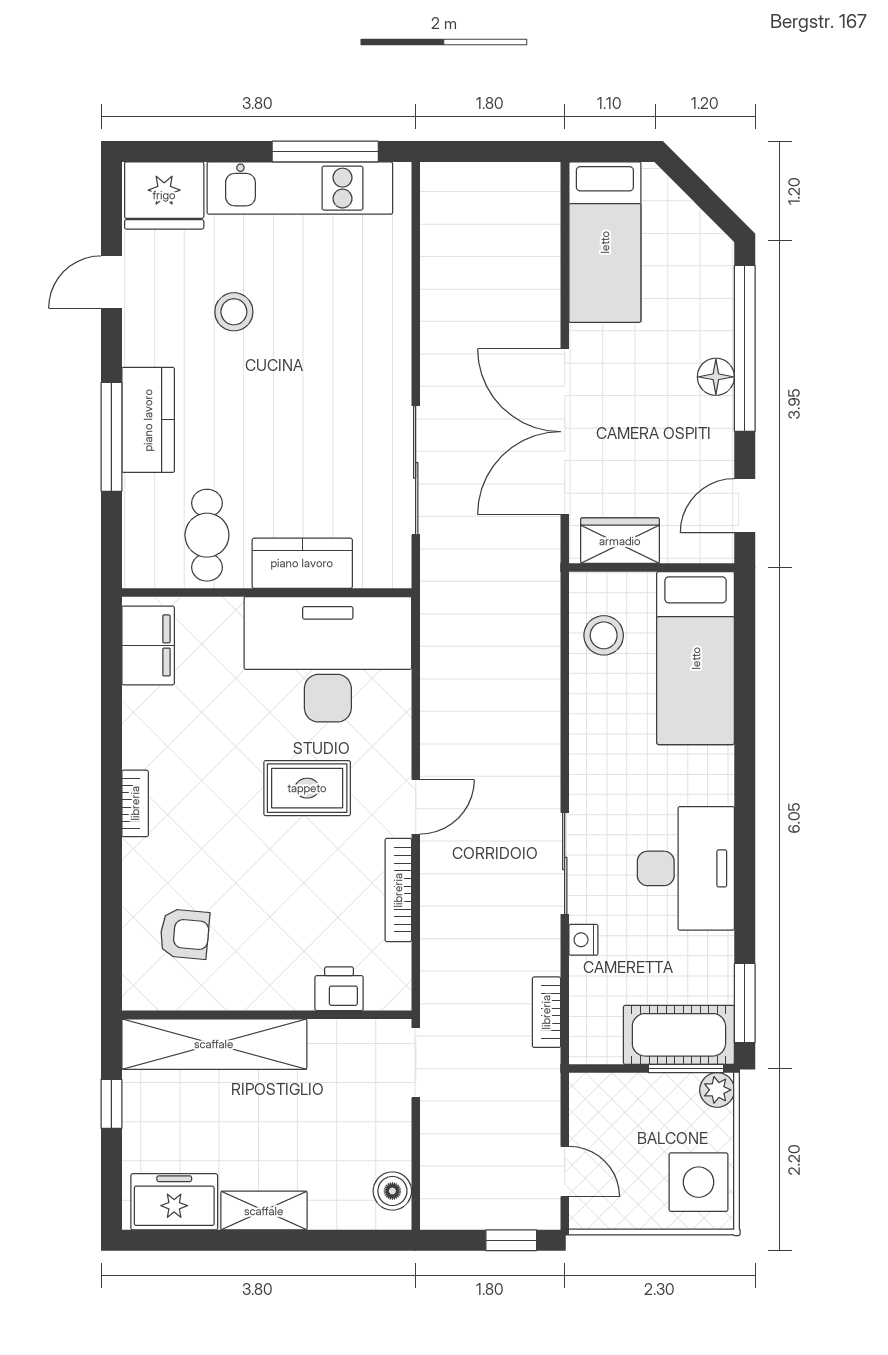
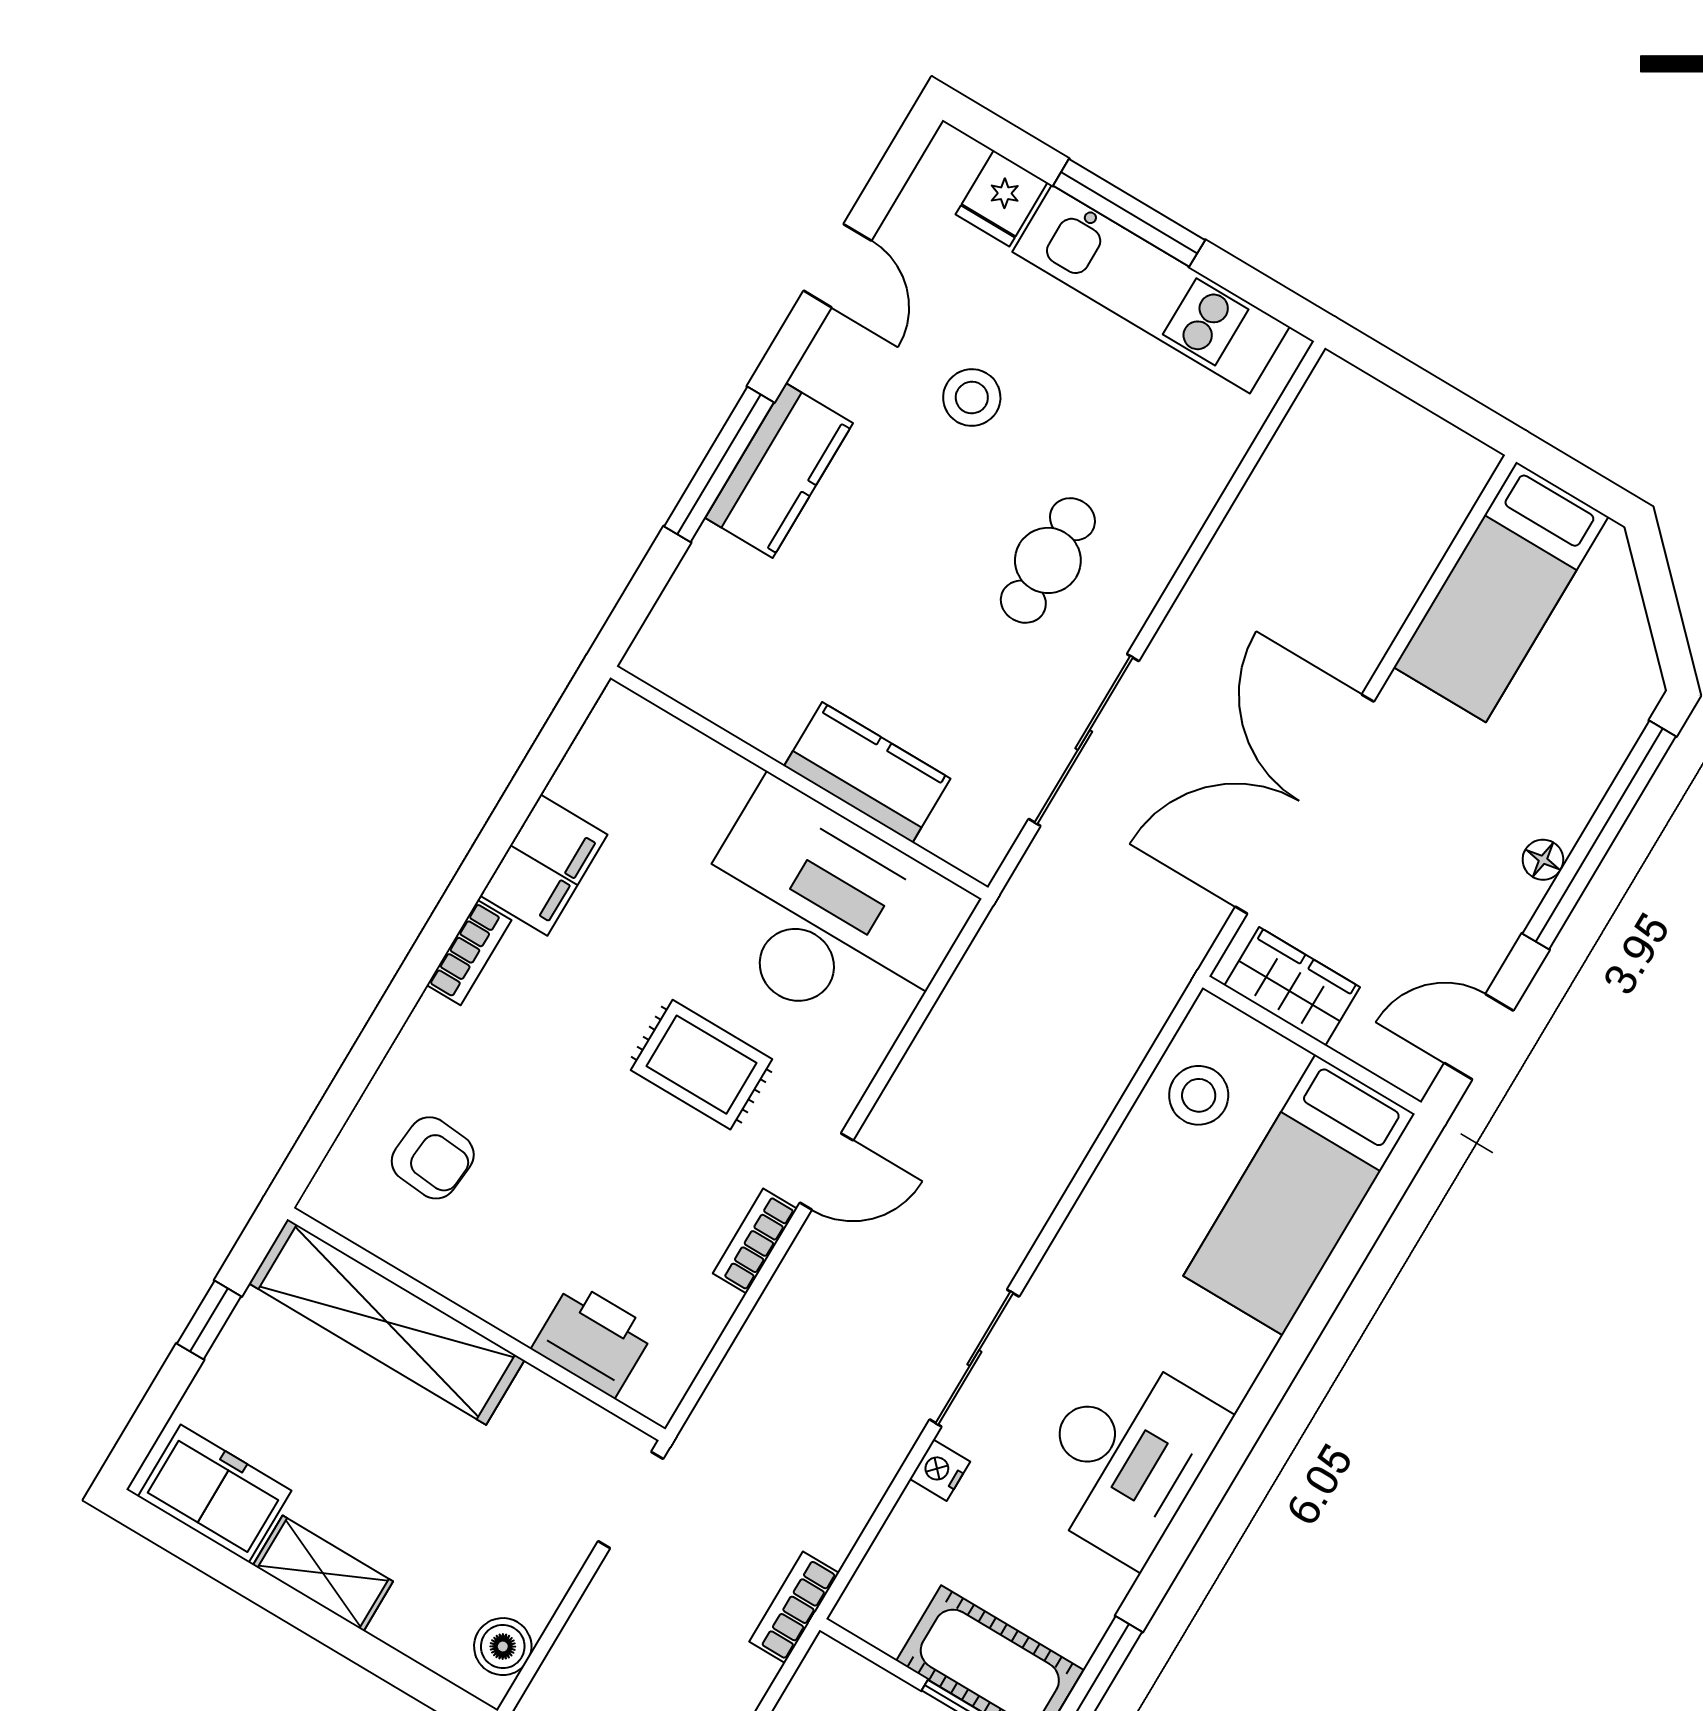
window: (325, 152) -> (1129, 213), moved
fridge: (164, 195) -> (1002, 198), width x0.53, depth x0.75
door: (111, 282) -> (837, 266), swing flipped
floor lamp: (716, 377) -> (1543, 860), width x0.73, depth x0.73
cafe table: (207, 535) -> (1048, 560), moved
filing cabinet: (148, 645) -> (544, 865), moved
bookcase: (398, 890) -> (755, 1241), width x0.64
printer: (339, 989) -> (593, 1339), width x1.36, depth x1.24
bookcase: (546, 1012) -> (794, 1607), moved

